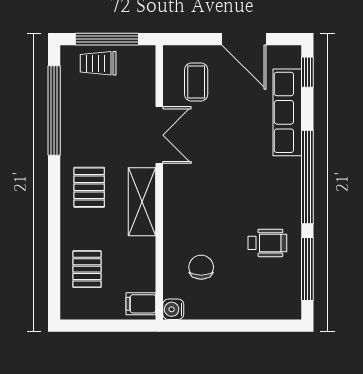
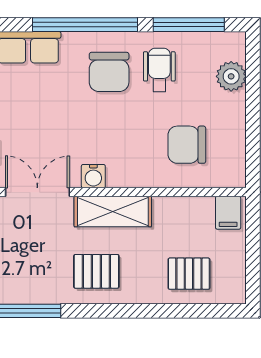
chair: (265, 198) -> (109, 72), added
chair: (201, 267) -> (187, 145), width x1.37, depth x1.37
plant: (262, 306) -> (231, 76), added
water cooler: (173, 309) -> (93, 176), moved

